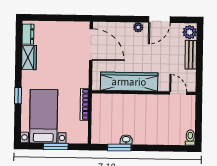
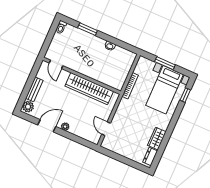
door: (91, 44) -> (106, 129), width x0.53
window: (18, 96) -> (185, 95), moved
window: (119, 147) -> (88, 29), moved

